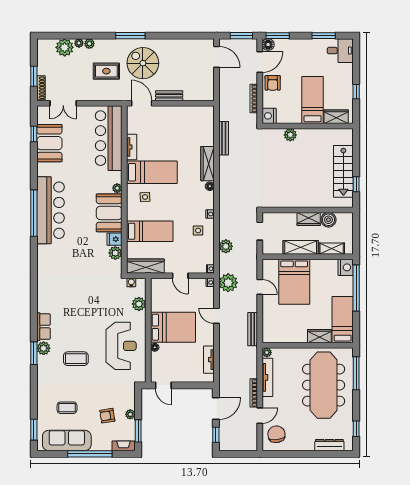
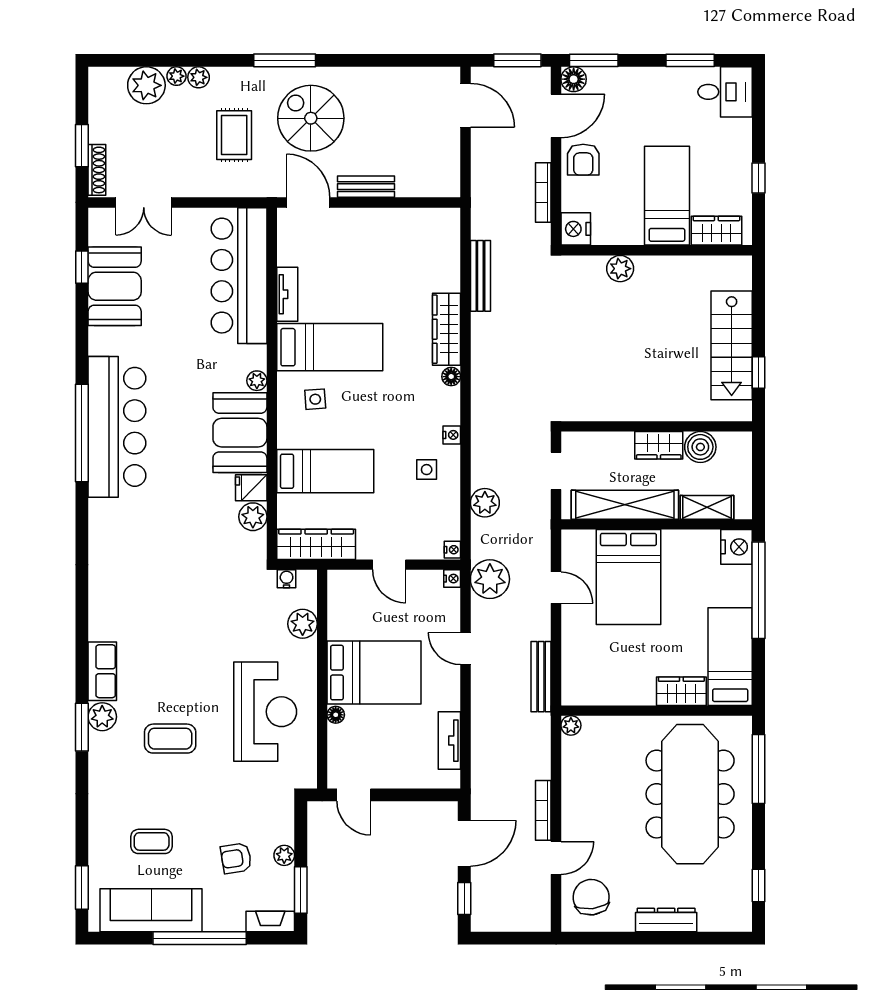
rug: (106, 71) -> (234, 135), turned 90
shelving: (301, 247) -> (625, 505), width x1.47
tv unit: (267, 377) -> (572, 778), removed
dresser: (329, 445) -> (666, 920), moved

